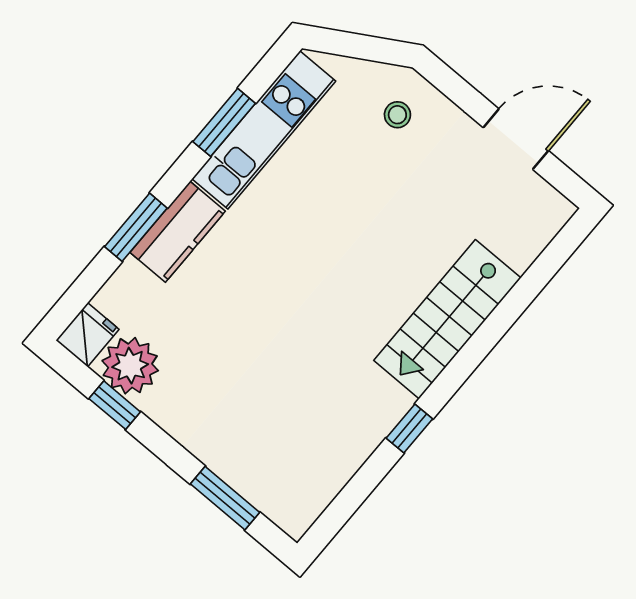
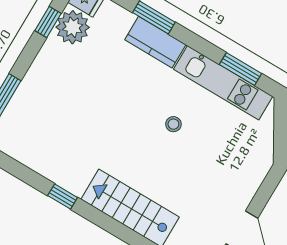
stool: (397, 115) -> (173, 124), moved
window: (224, 122) -> (240, 69), moved

